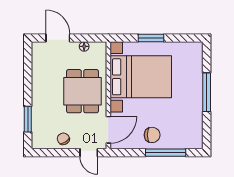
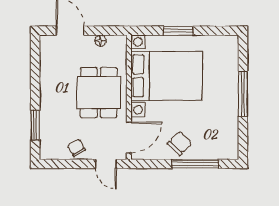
chair: (152, 135) -> (180, 143), turned -46

